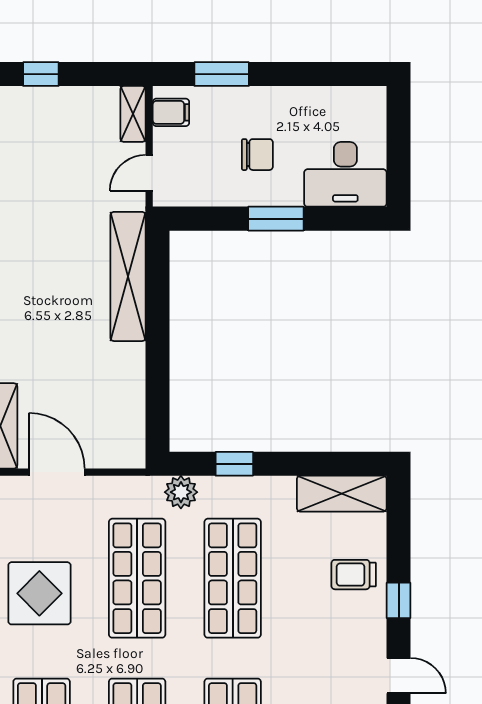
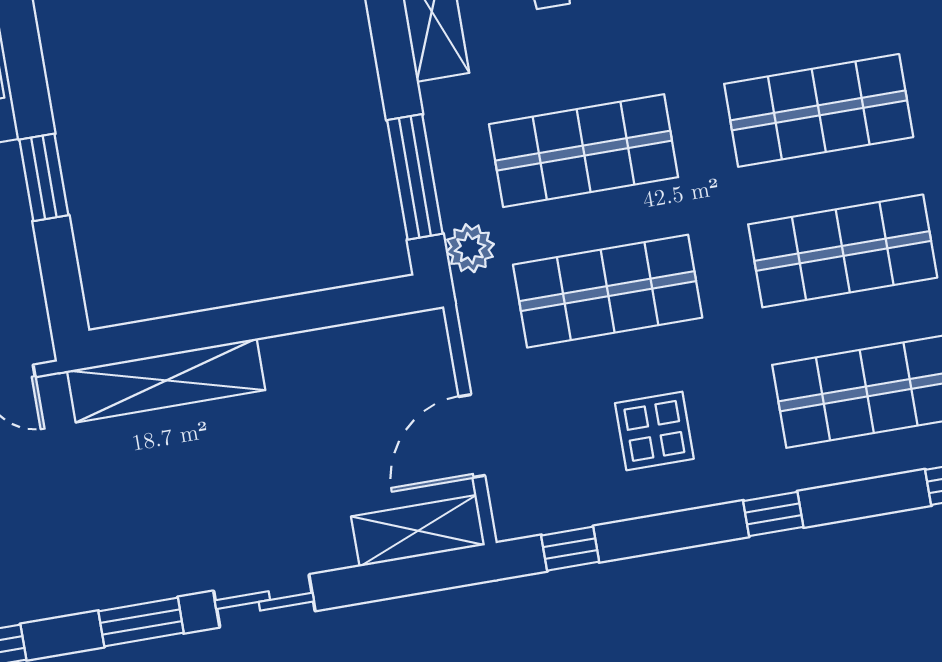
window: (234, 464) -> (415, 177), width x2.17
display table: (39, 593) -> (654, 431), width x0.73, depth x0.73

